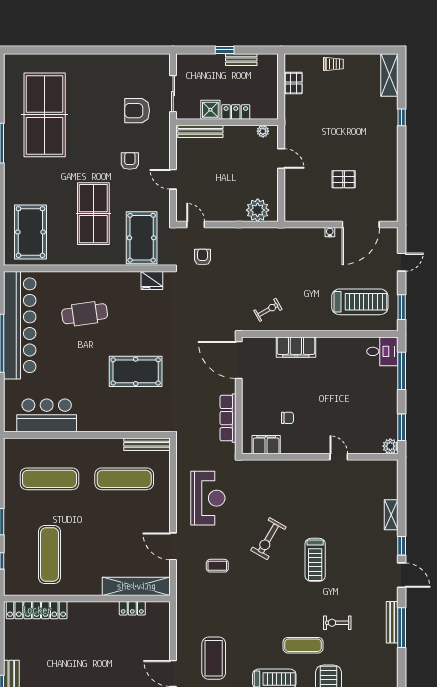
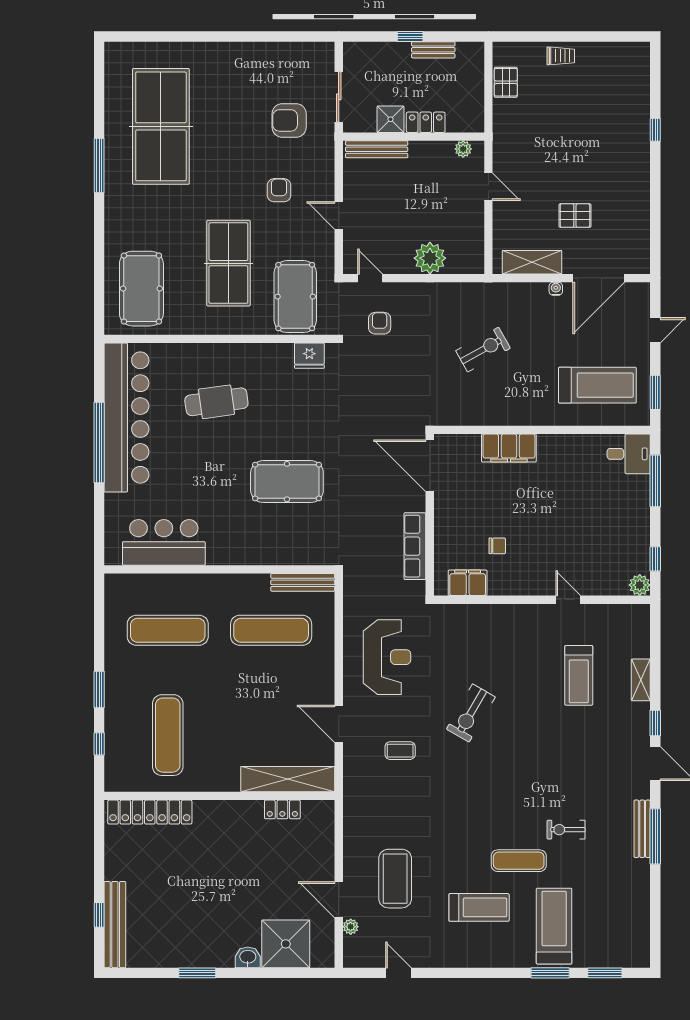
shelving: (389, 75) -> (532, 262), moved, turned 90
plant: (258, 210) -> (430, 258), moved
exercise bike: (268, 310) -> (483, 350), moved, width x1.38, depth x1.39
window: (402, 427) -> (655, 559), width x0.67
treadmill: (315, 560) -> (579, 675), moved

